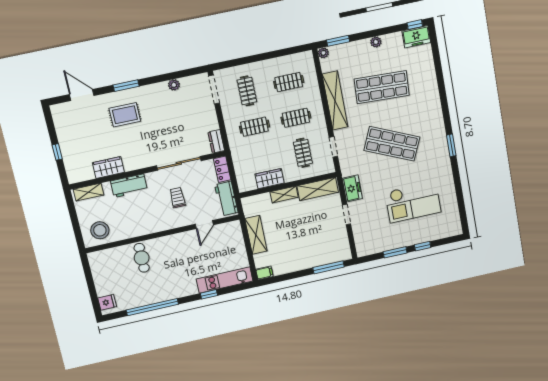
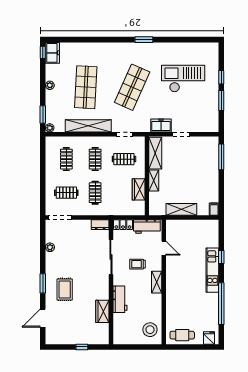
shelving: (89, 192) -> (157, 282), moved
checkout: (413, 202) -> (183, 79), turned -90
cafe table: (142, 258) -> (182, 335), moved
kitchen unit: (225, 280) -> (212, 270), moved

